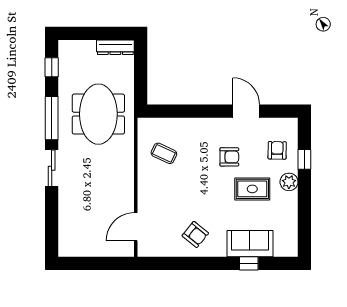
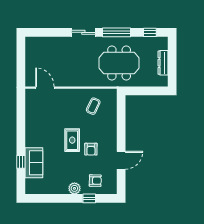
dresser: (115, 47) -> (163, 63), moved
rug: (252, 189) -> (72, 140), moved
armchair: (195, 234) -> (40, 127), removed

